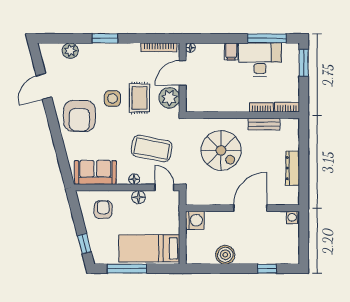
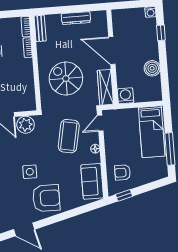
rug: (140, 98) -> (28, 149), removed
bench: (264, 124) -> (40, 28), moved
spiral stairs: (221, 150) -> (66, 79), turned -90
floor lamp: (138, 197) -> (110, 144), removed
wardrobe: (207, 197) -> (105, 87), added
washing machine: (293, 217) -> (150, 12), moved
window: (84, 244) -> (124, 195), moved

